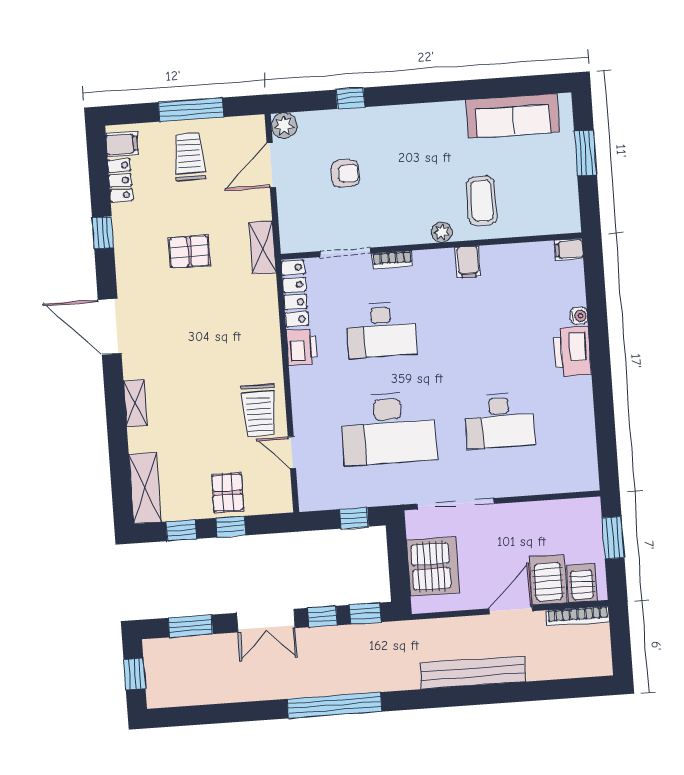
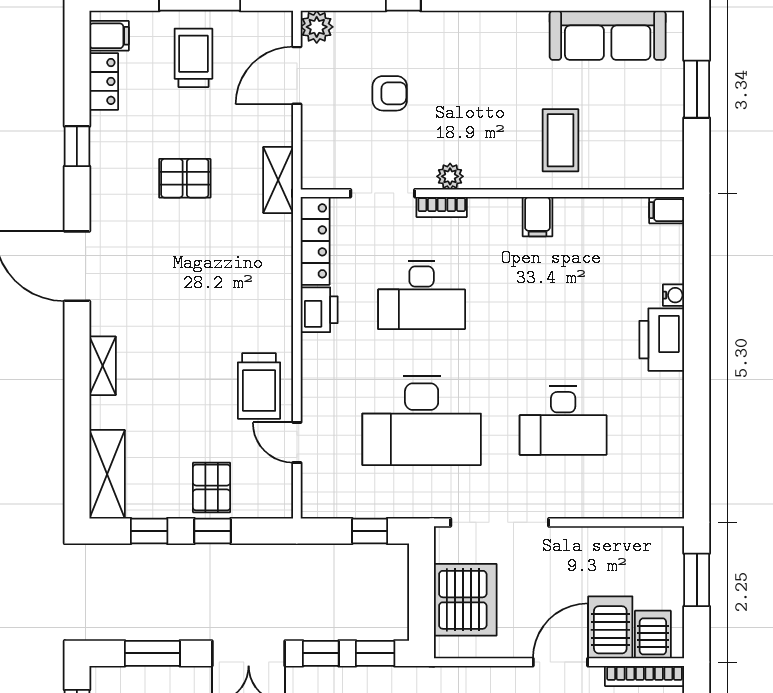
plant: (442, 232) -> (450, 176), moved

